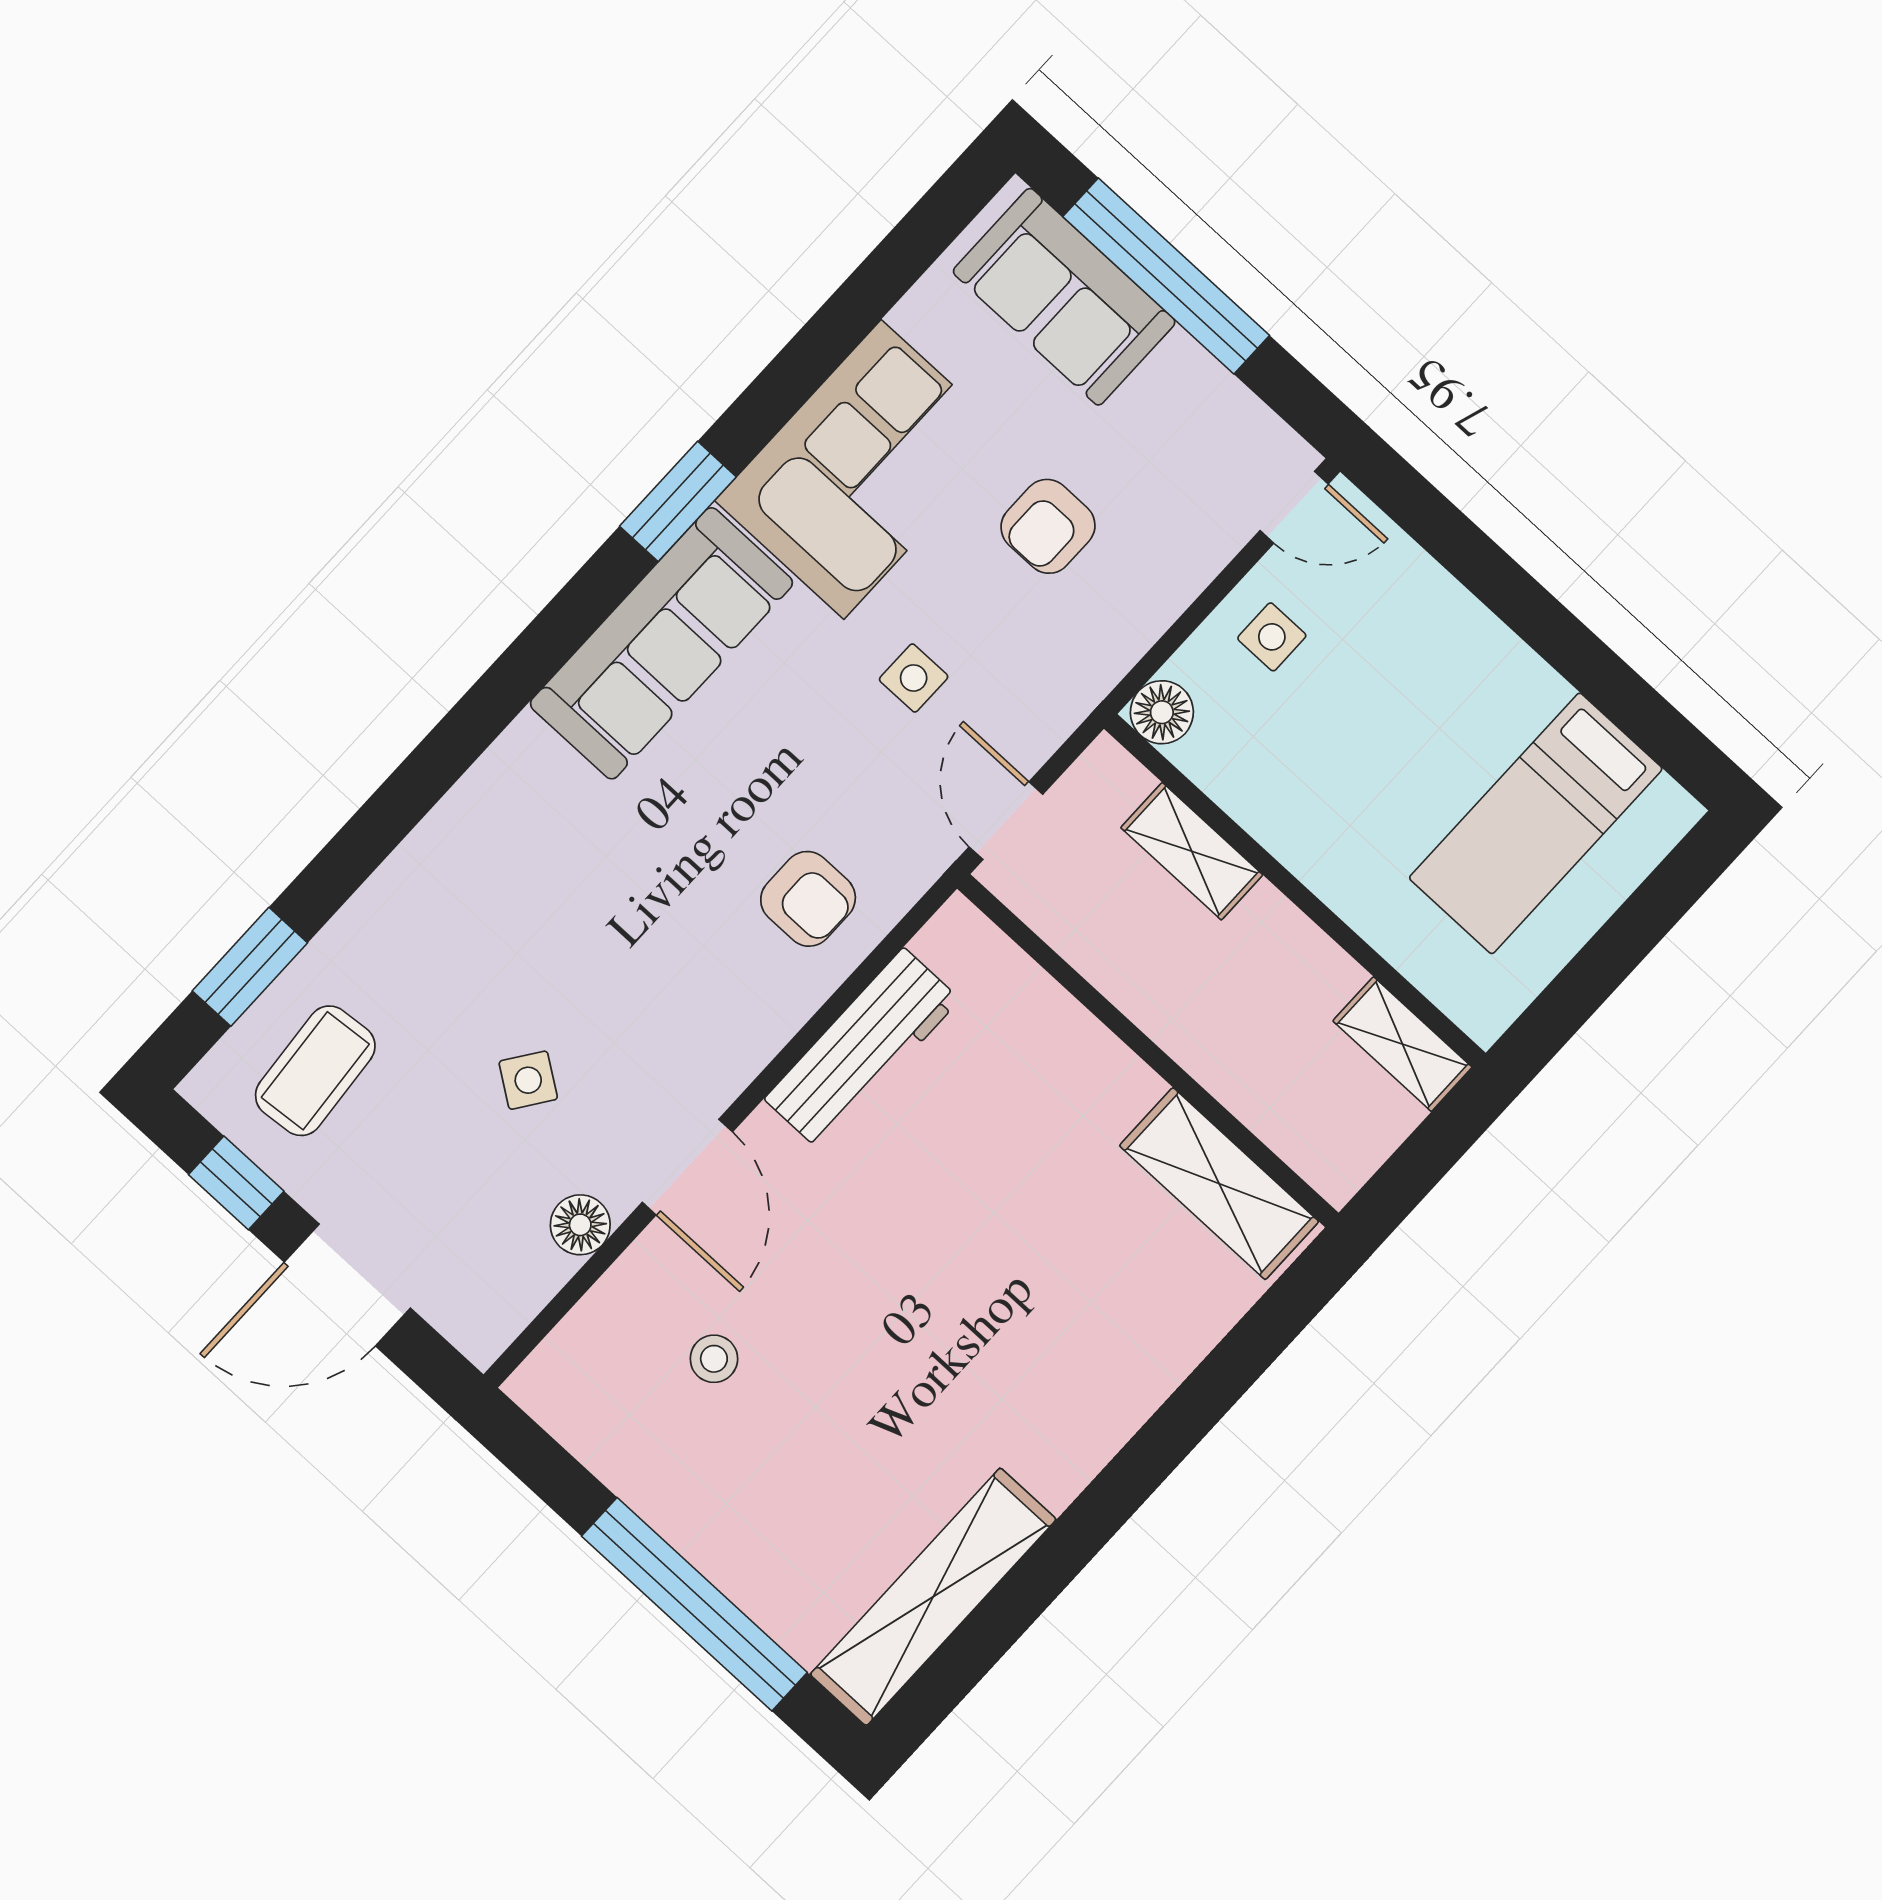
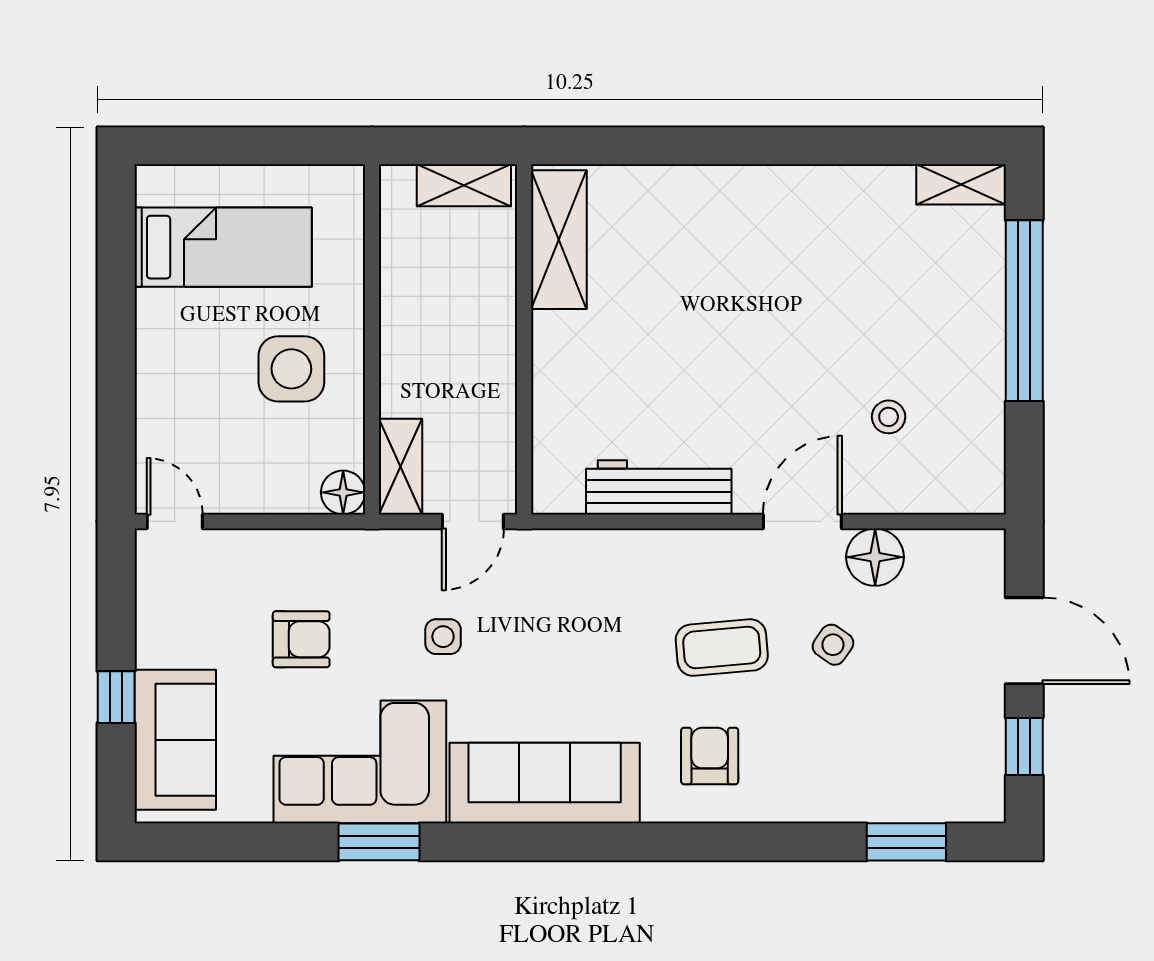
window: (1166, 276) -> (116, 697), width x0.32
window: (678, 501) -> (379, 842), moved
side table: (1272, 637) -> (291, 369), moved, width x1.87, depth x1.87
shelving: (1192, 851) -> (401, 467), moved
armchair: (808, 899) -> (710, 756), moved
shelving: (1402, 1044) -> (464, 185), moved, turned 90
coffee table: (315, 1071) -> (722, 648), moved
floor lamp: (580, 1225) -> (875, 557), width x1.38, depth x1.38
shelving: (933, 1597) -> (961, 184), width x0.45, depth x0.75

